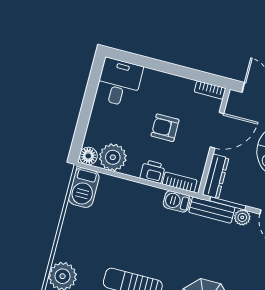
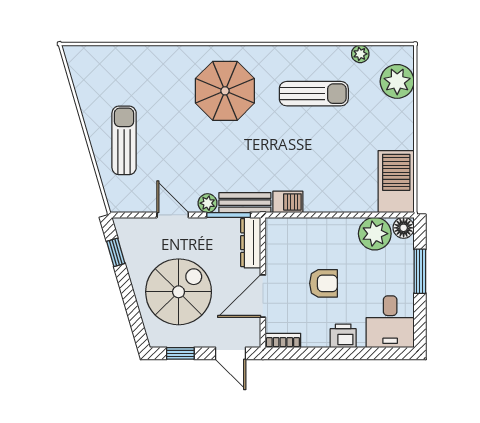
window: (84, 117) -> (420, 271), added
printer: (153, 172) -> (343, 336), moved, turned 180
bookcase: (180, 182) -> (290, 225), removed
barbecue: (84, 188) -> (396, 182), width x1.37, depth x1.21

